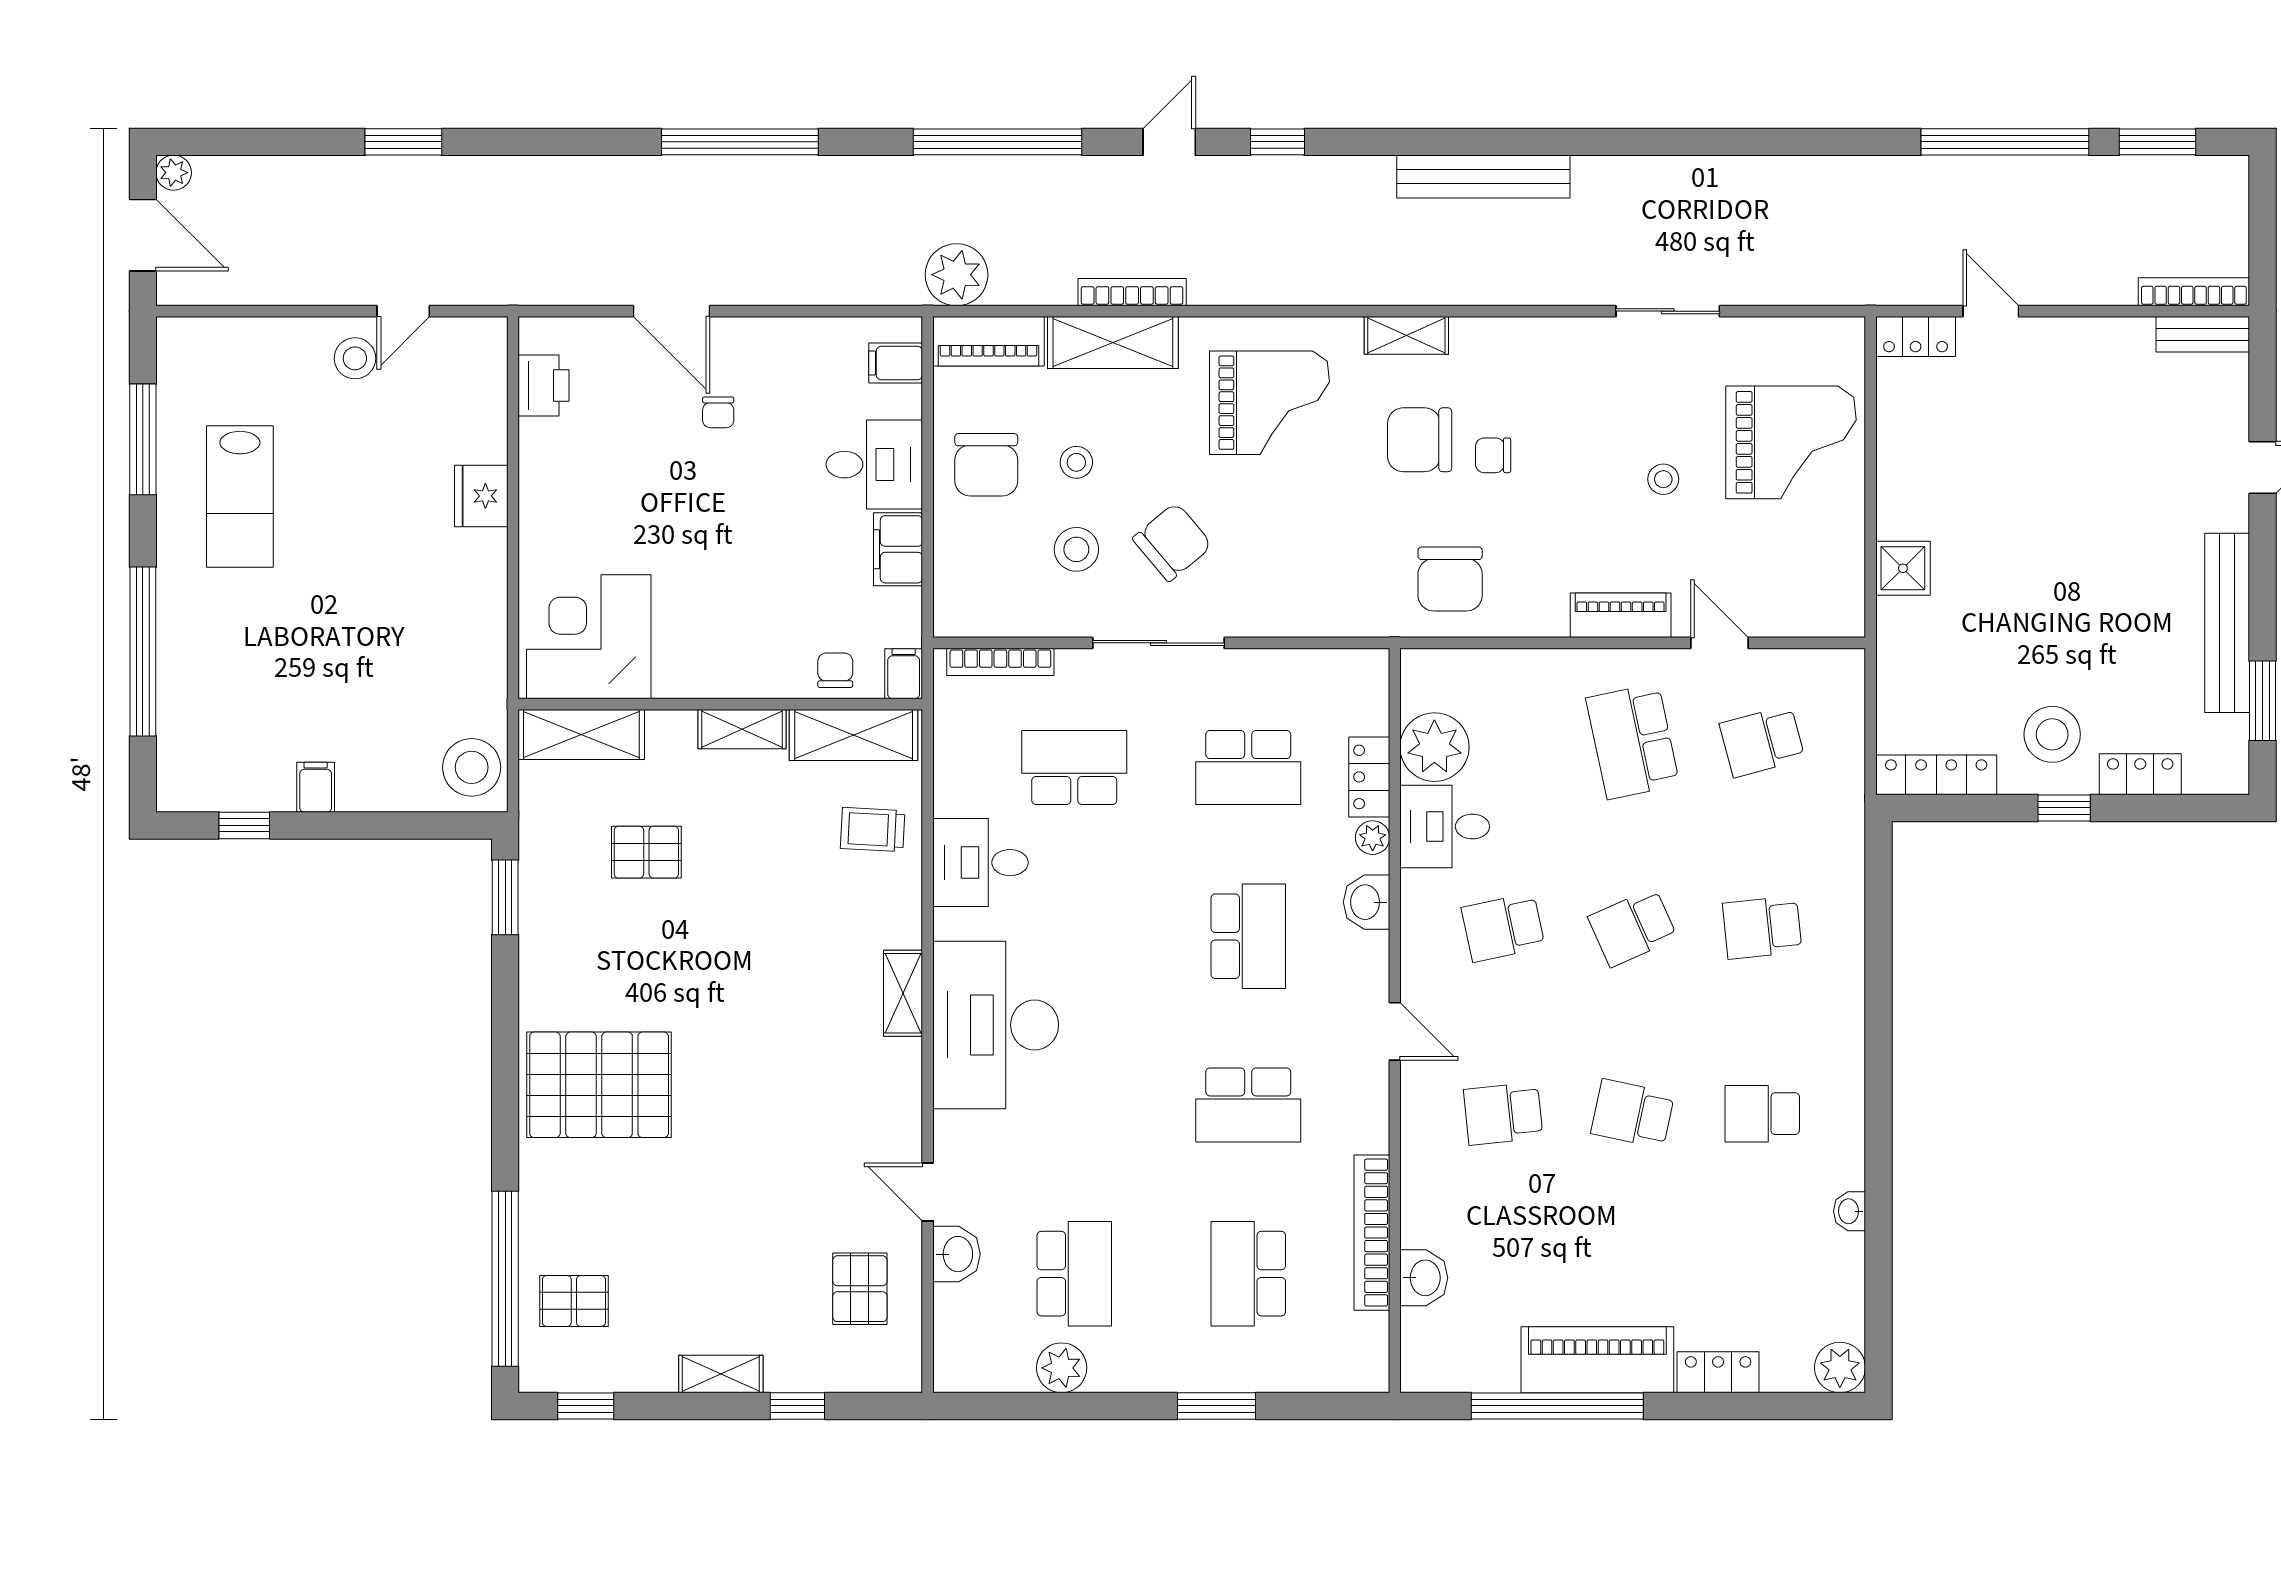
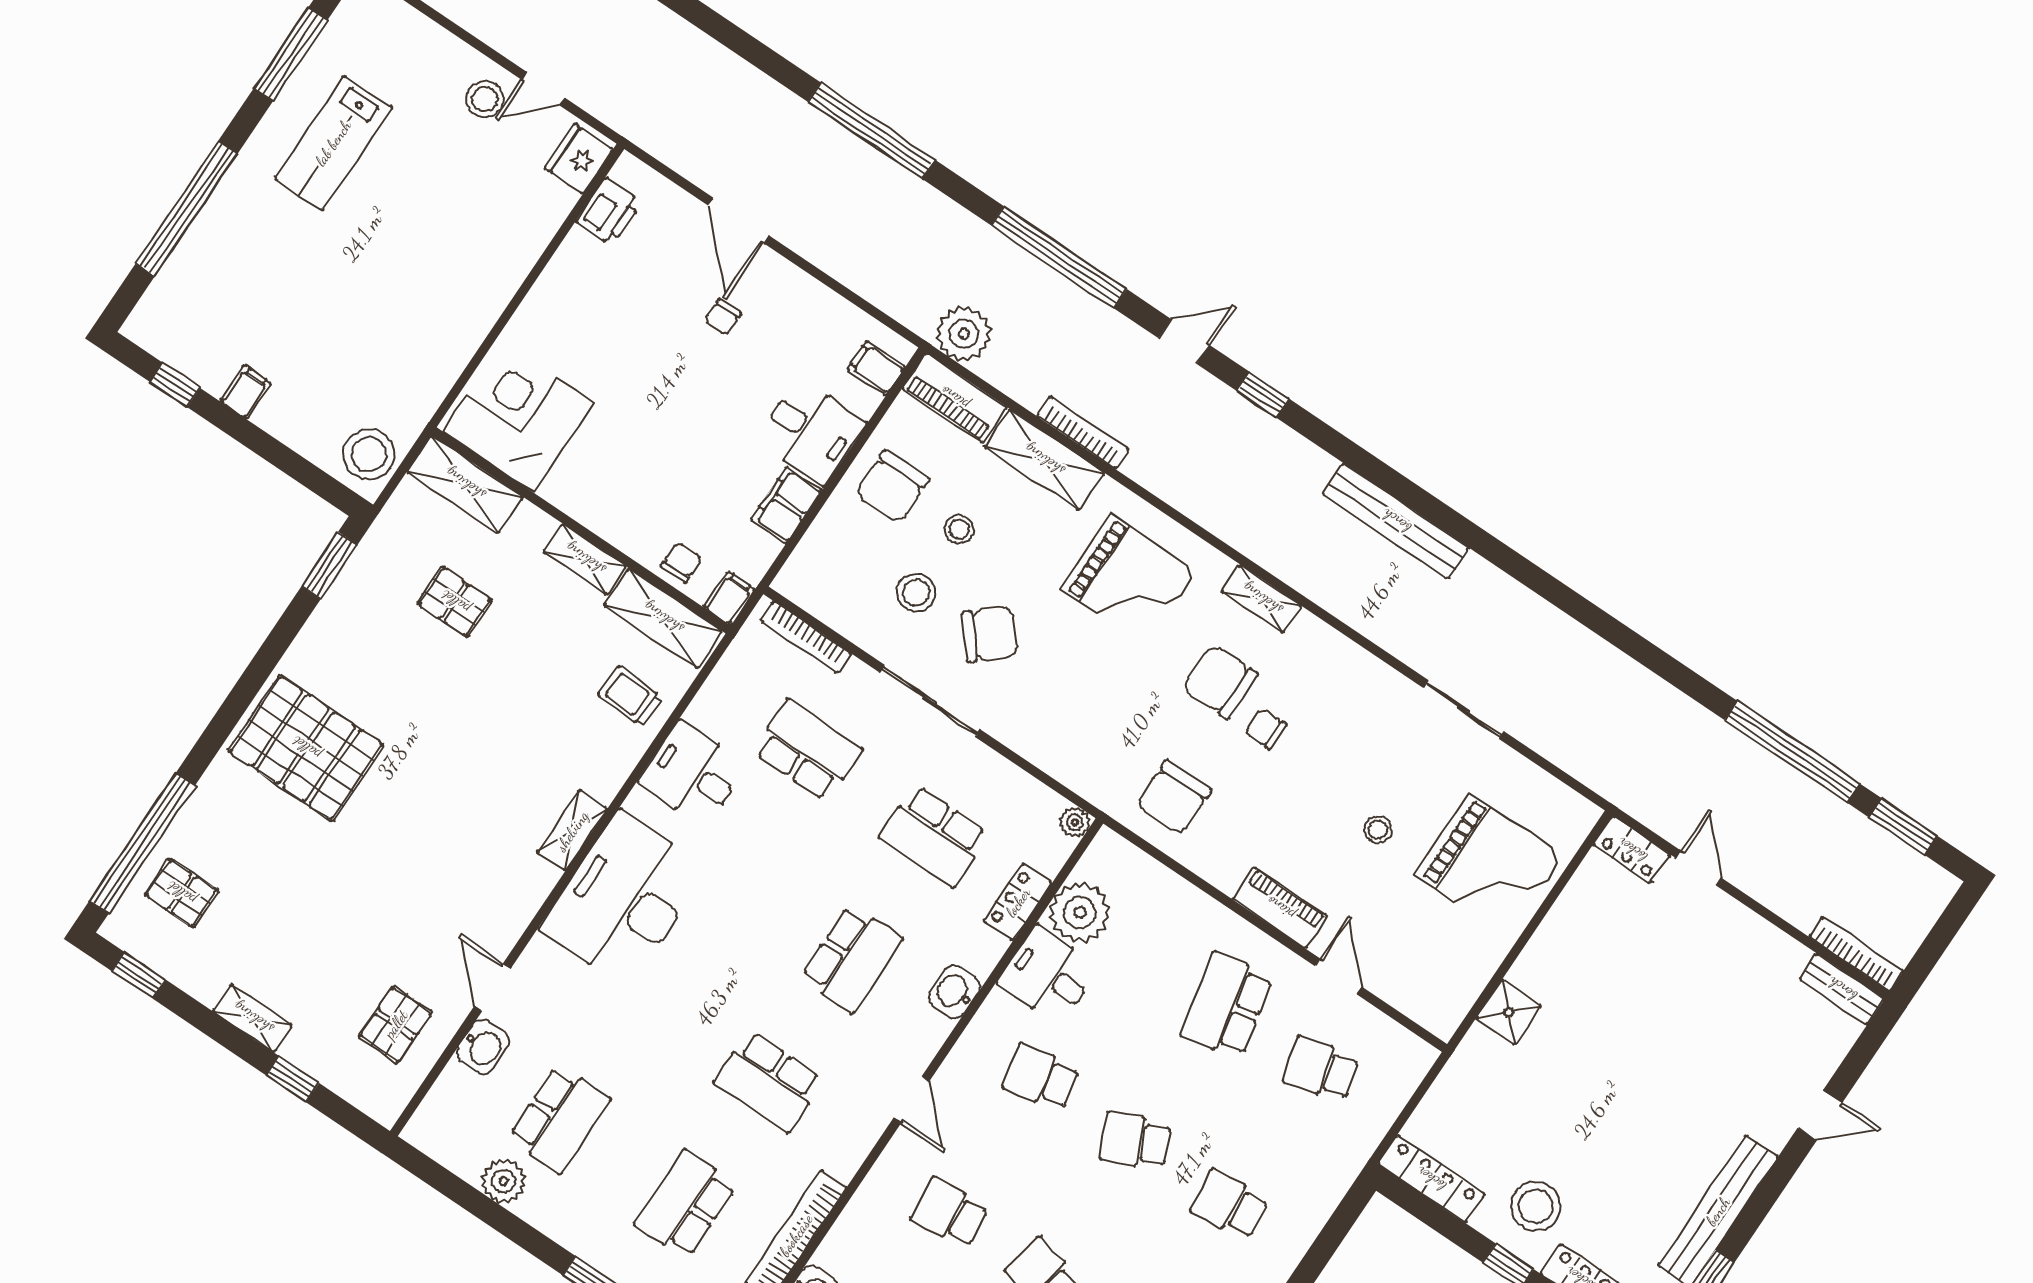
fridge: (481, 496) -> (579, 159), moved
plant: (1373, 838) -> (1075, 822), moved

